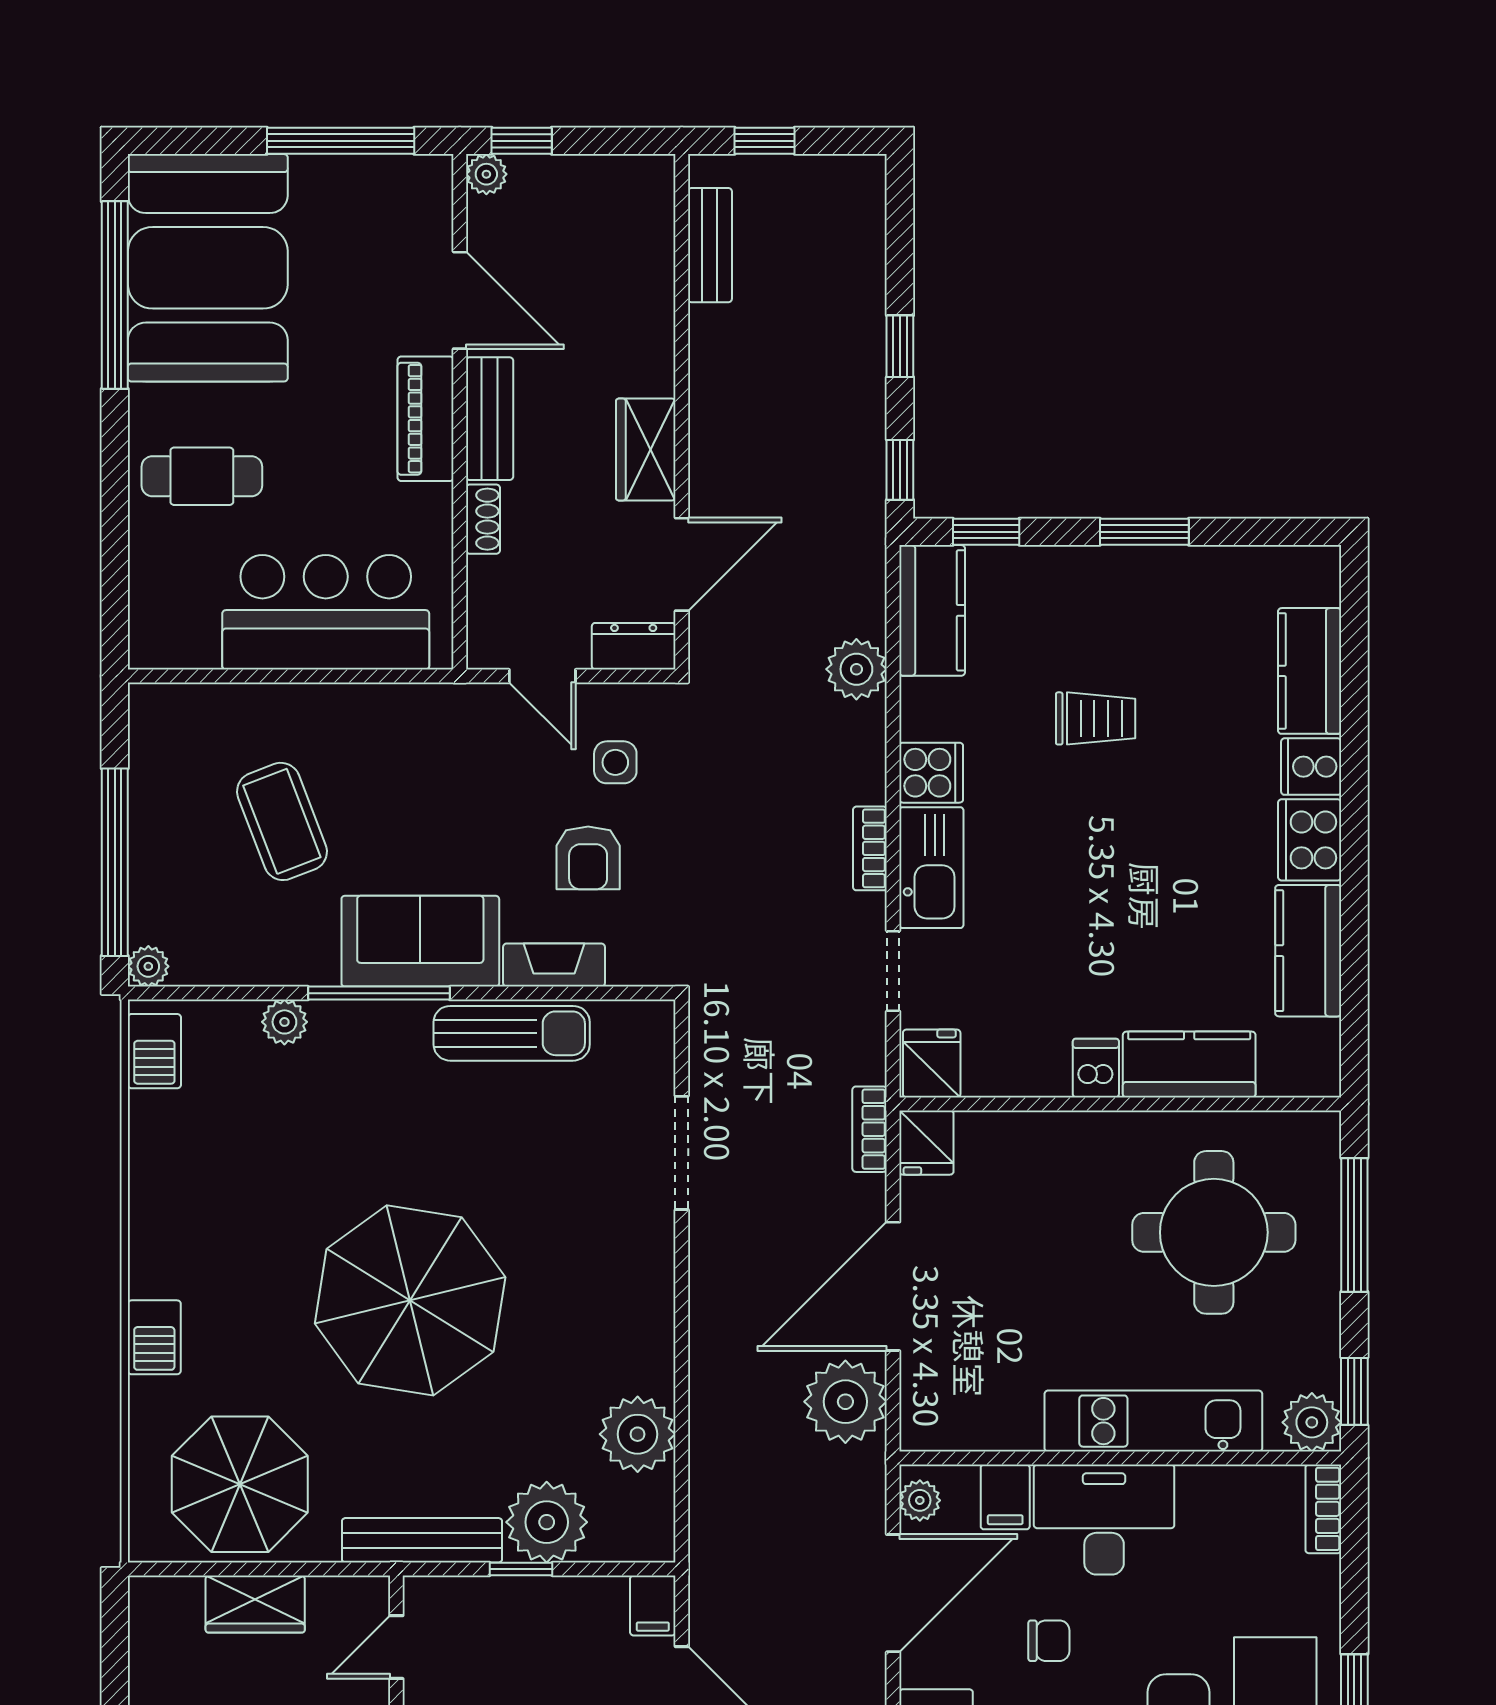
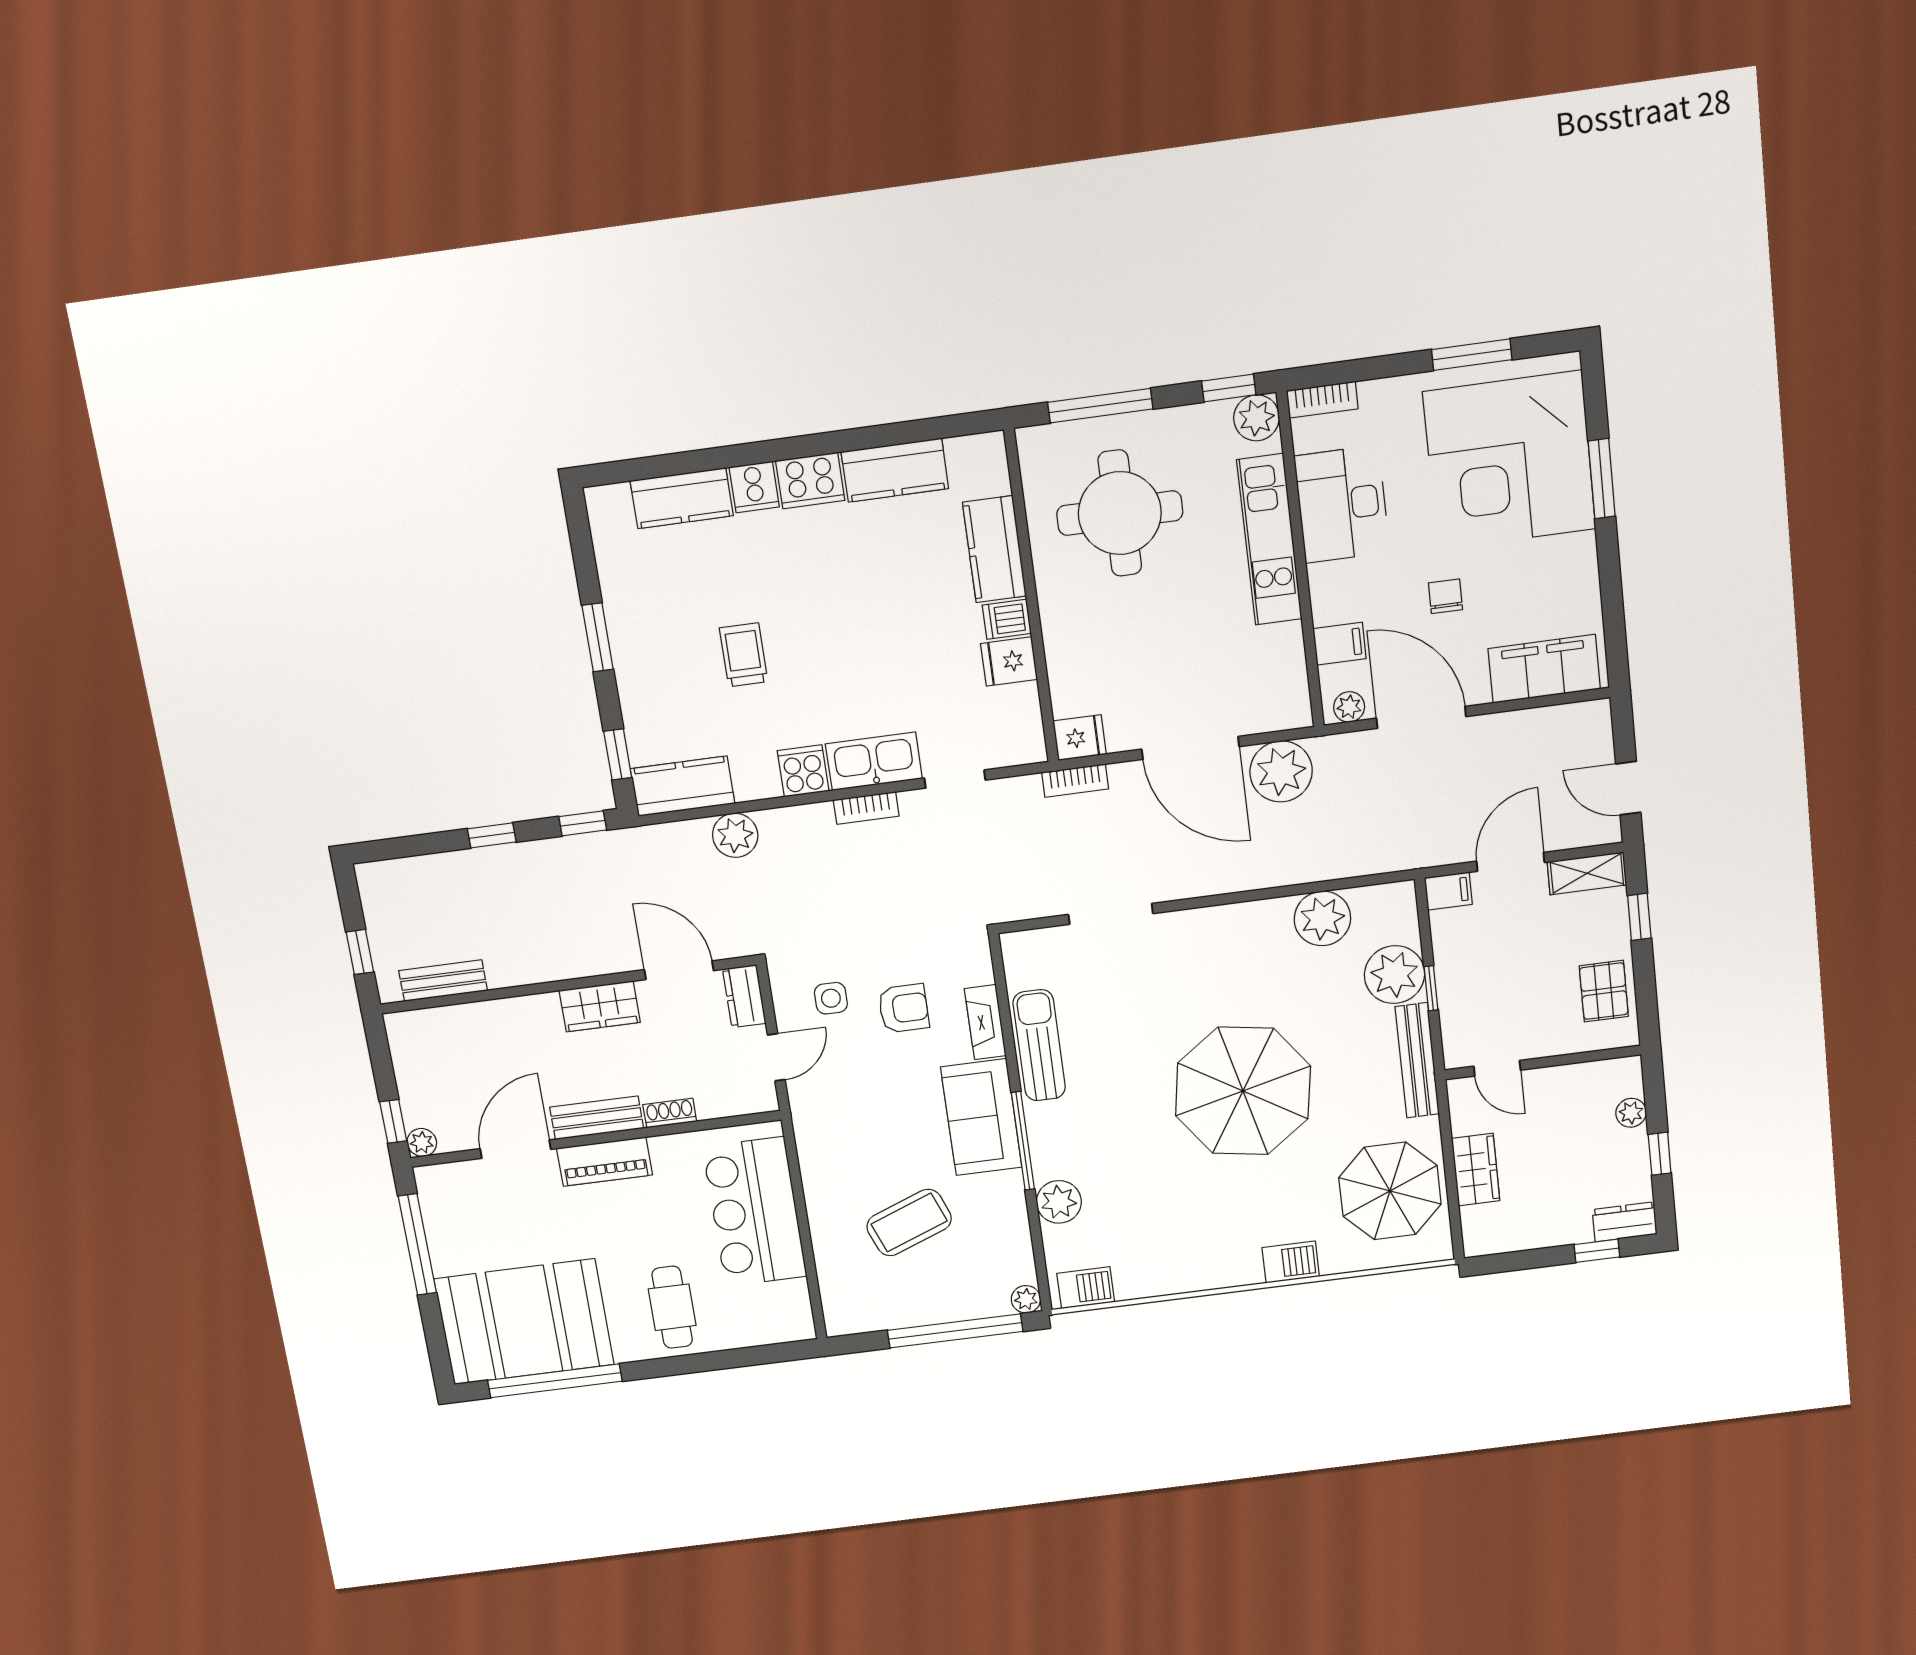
plant: (284, 1022) -> (1059, 1202), width x1.38, depth x1.38
fridge: (932, 1064) -> (1009, 661), moved
desk: (1104, 1520) -> (1342, 504), moved

